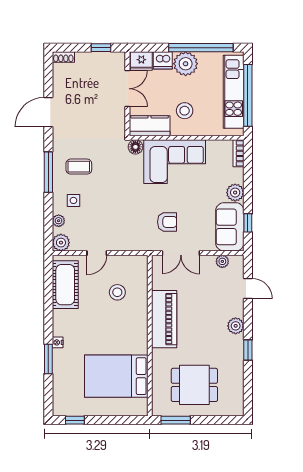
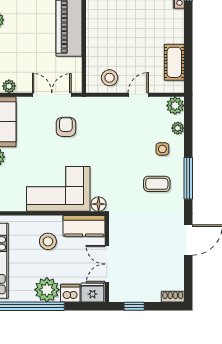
armchair: (167, 222) -> (66, 127), turned 90
cot: (65, 285) -> (174, 62), width x0.73, depth x0.75
stool: (117, 292) -> (110, 78), moved

